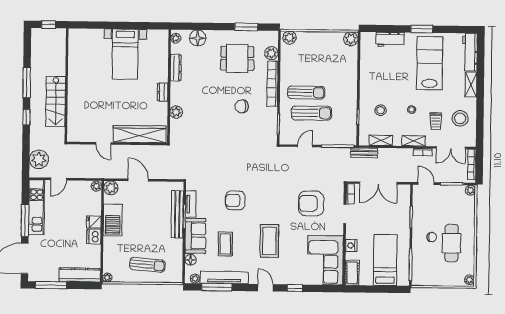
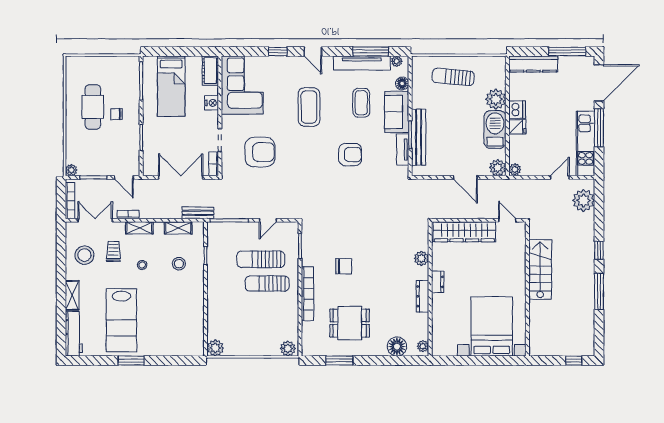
workbench: (390, 39) -> (169, 348), removed
plant: (271, 53) -> (309, 330), removed
bed with nightstands: (125, 54) -> (492, 326), width x1.36
dresser: (176, 68) -> (422, 296), moved
wall: (66, 85) -> (527, 289), moved
stairs: (56, 101) -> (540, 269), moved
plant: (107, 278) -> (496, 99), moved, width x1.87, depth x1.87
plant: (469, 280) -> (71, 64), removed

